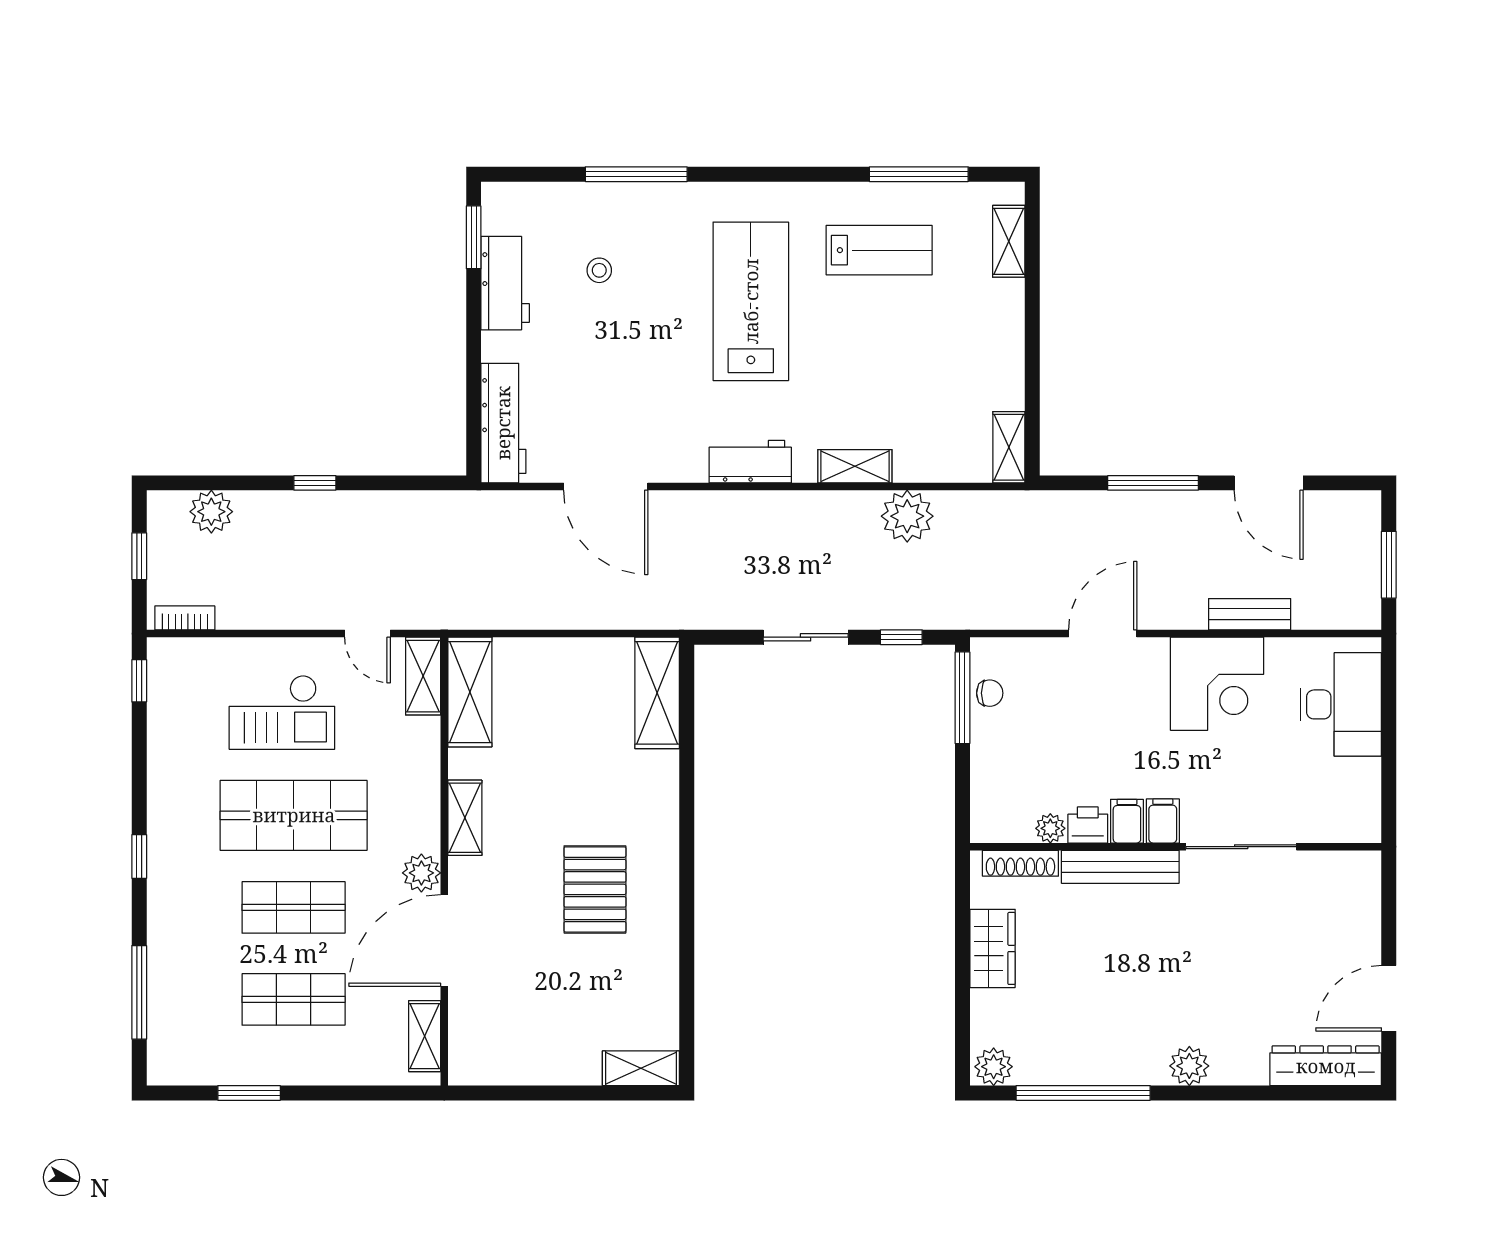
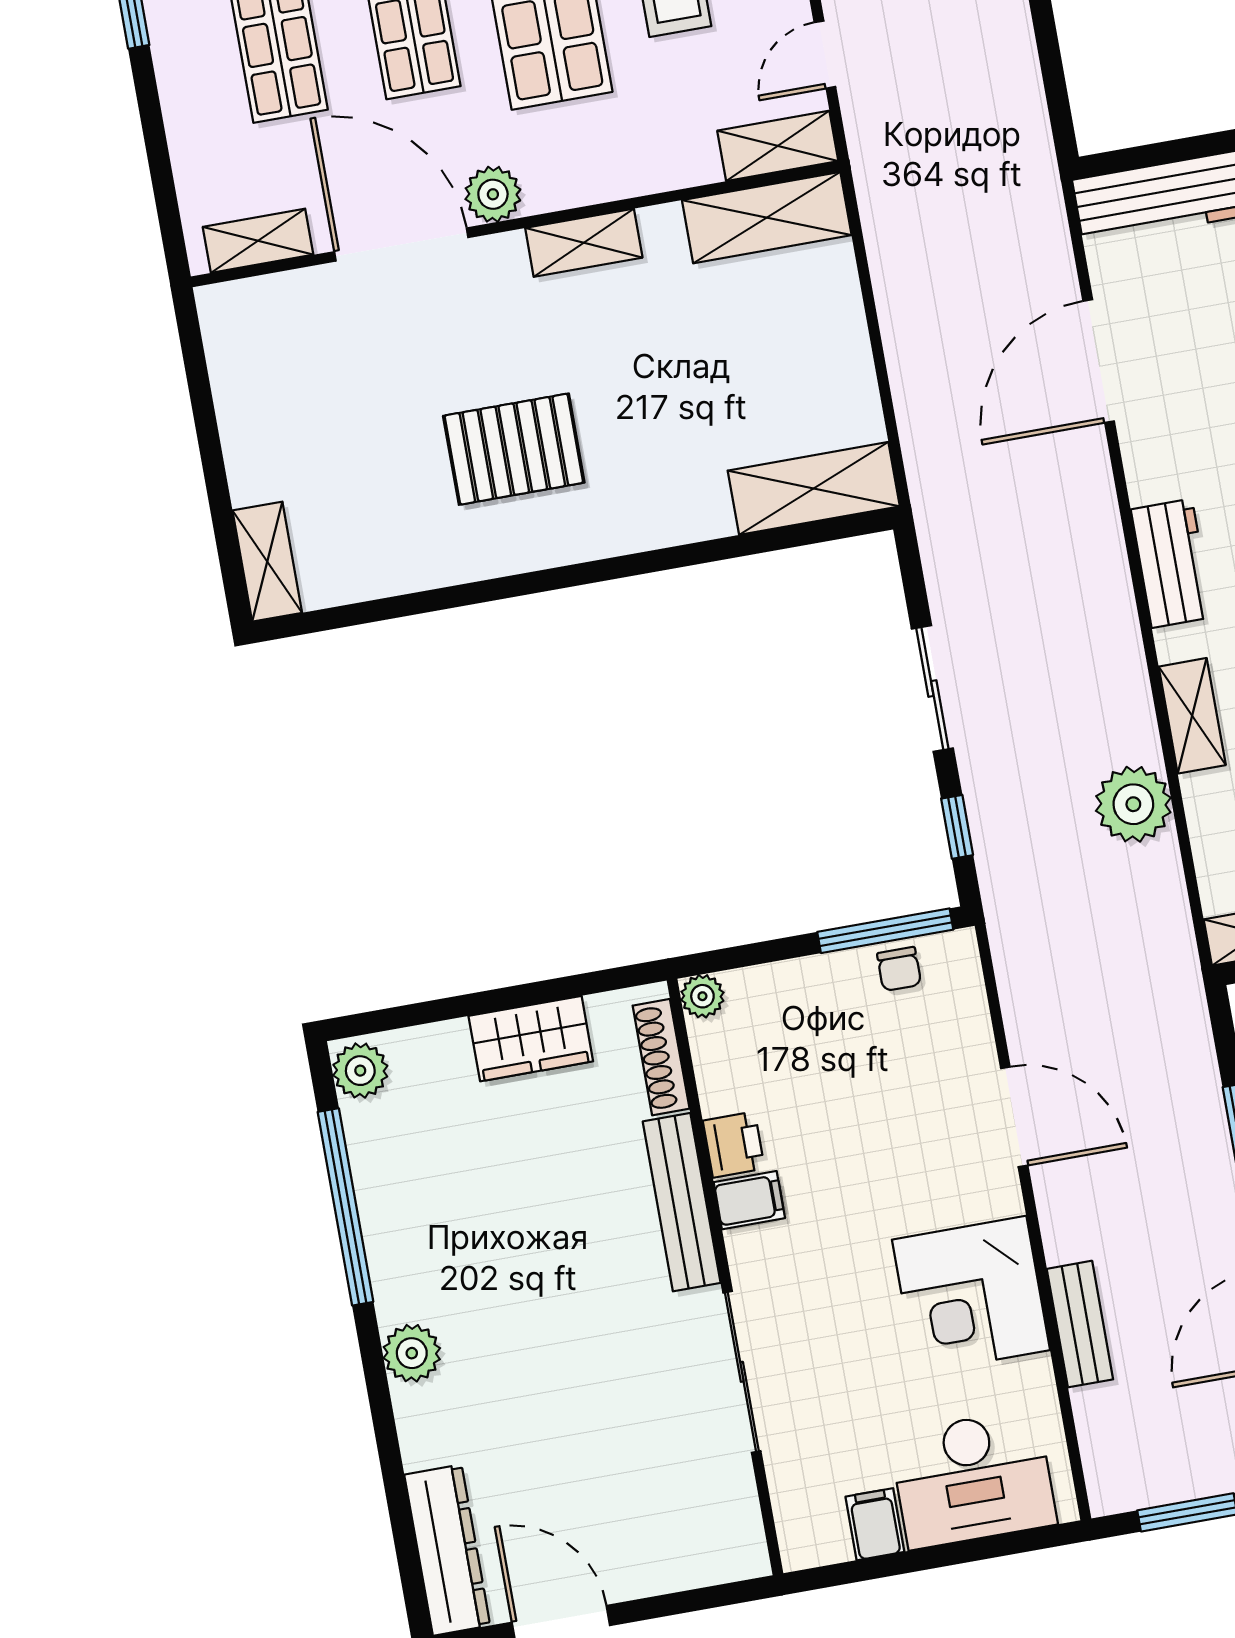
filing cabinet: (1163, 821) -> (875, 1524), moved, turned -90
plant: (1050, 828) -> (702, 996), moved

